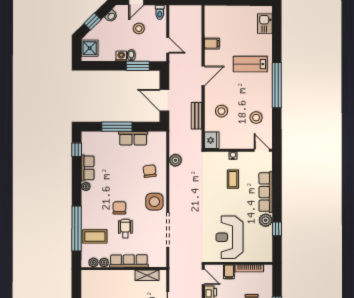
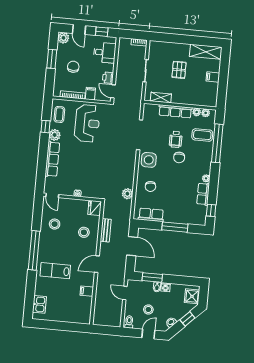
lab bench: (250, 64) -> (55, 271), turned 180
row of seats: (133, 138) -> (151, 215), moved
coffee table: (233, 179) -> (59, 114), moved

